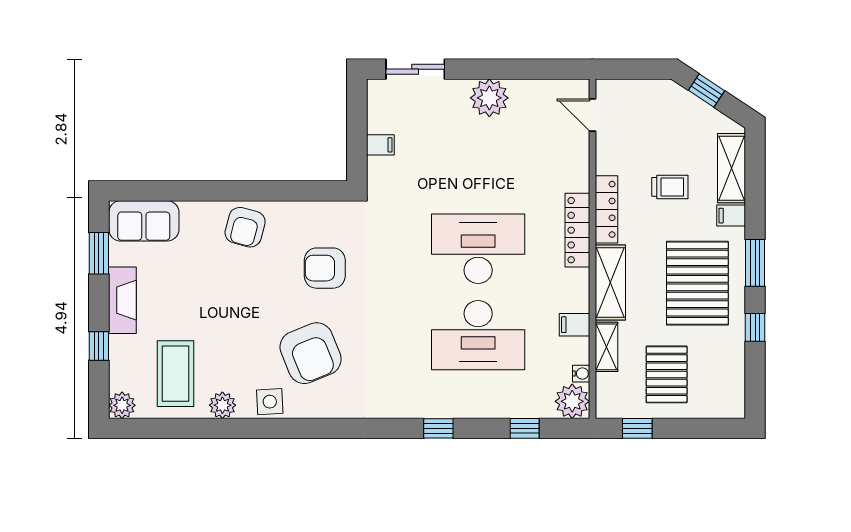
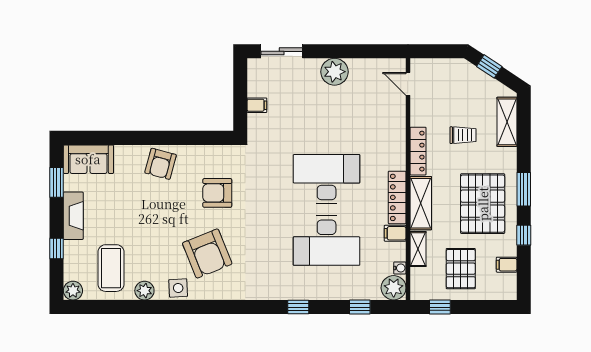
filing cabinet: (731, 216) -> (507, 265), moved
locker: (577, 230) -> (397, 197), moved

